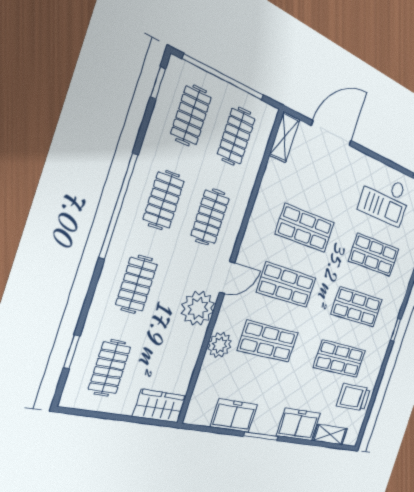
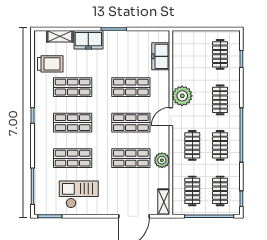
plant: (220, 345) -> (162, 160), moved
wardrobe: (160, 406) -> (186, 38), removed
freezer: (234, 416) -> (161, 56), moved, turned 90

